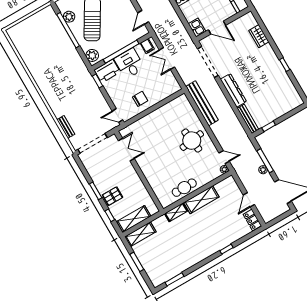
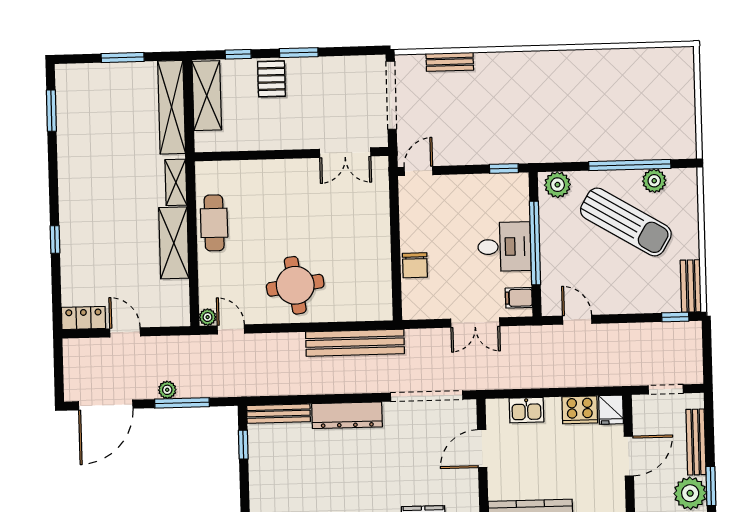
kitchen sink: (197, 28) -> (526, 410), moved
double door: (167, 58) -> (475, 323), swing flipped
printer: (107, 71) -> (513, 197), removed
chair: (140, 99) -> (415, 265), moved
door: (224, 157) -> (231, 329), swing flipped
shelving: (140, 234) -> (172, 107), width x1.47

